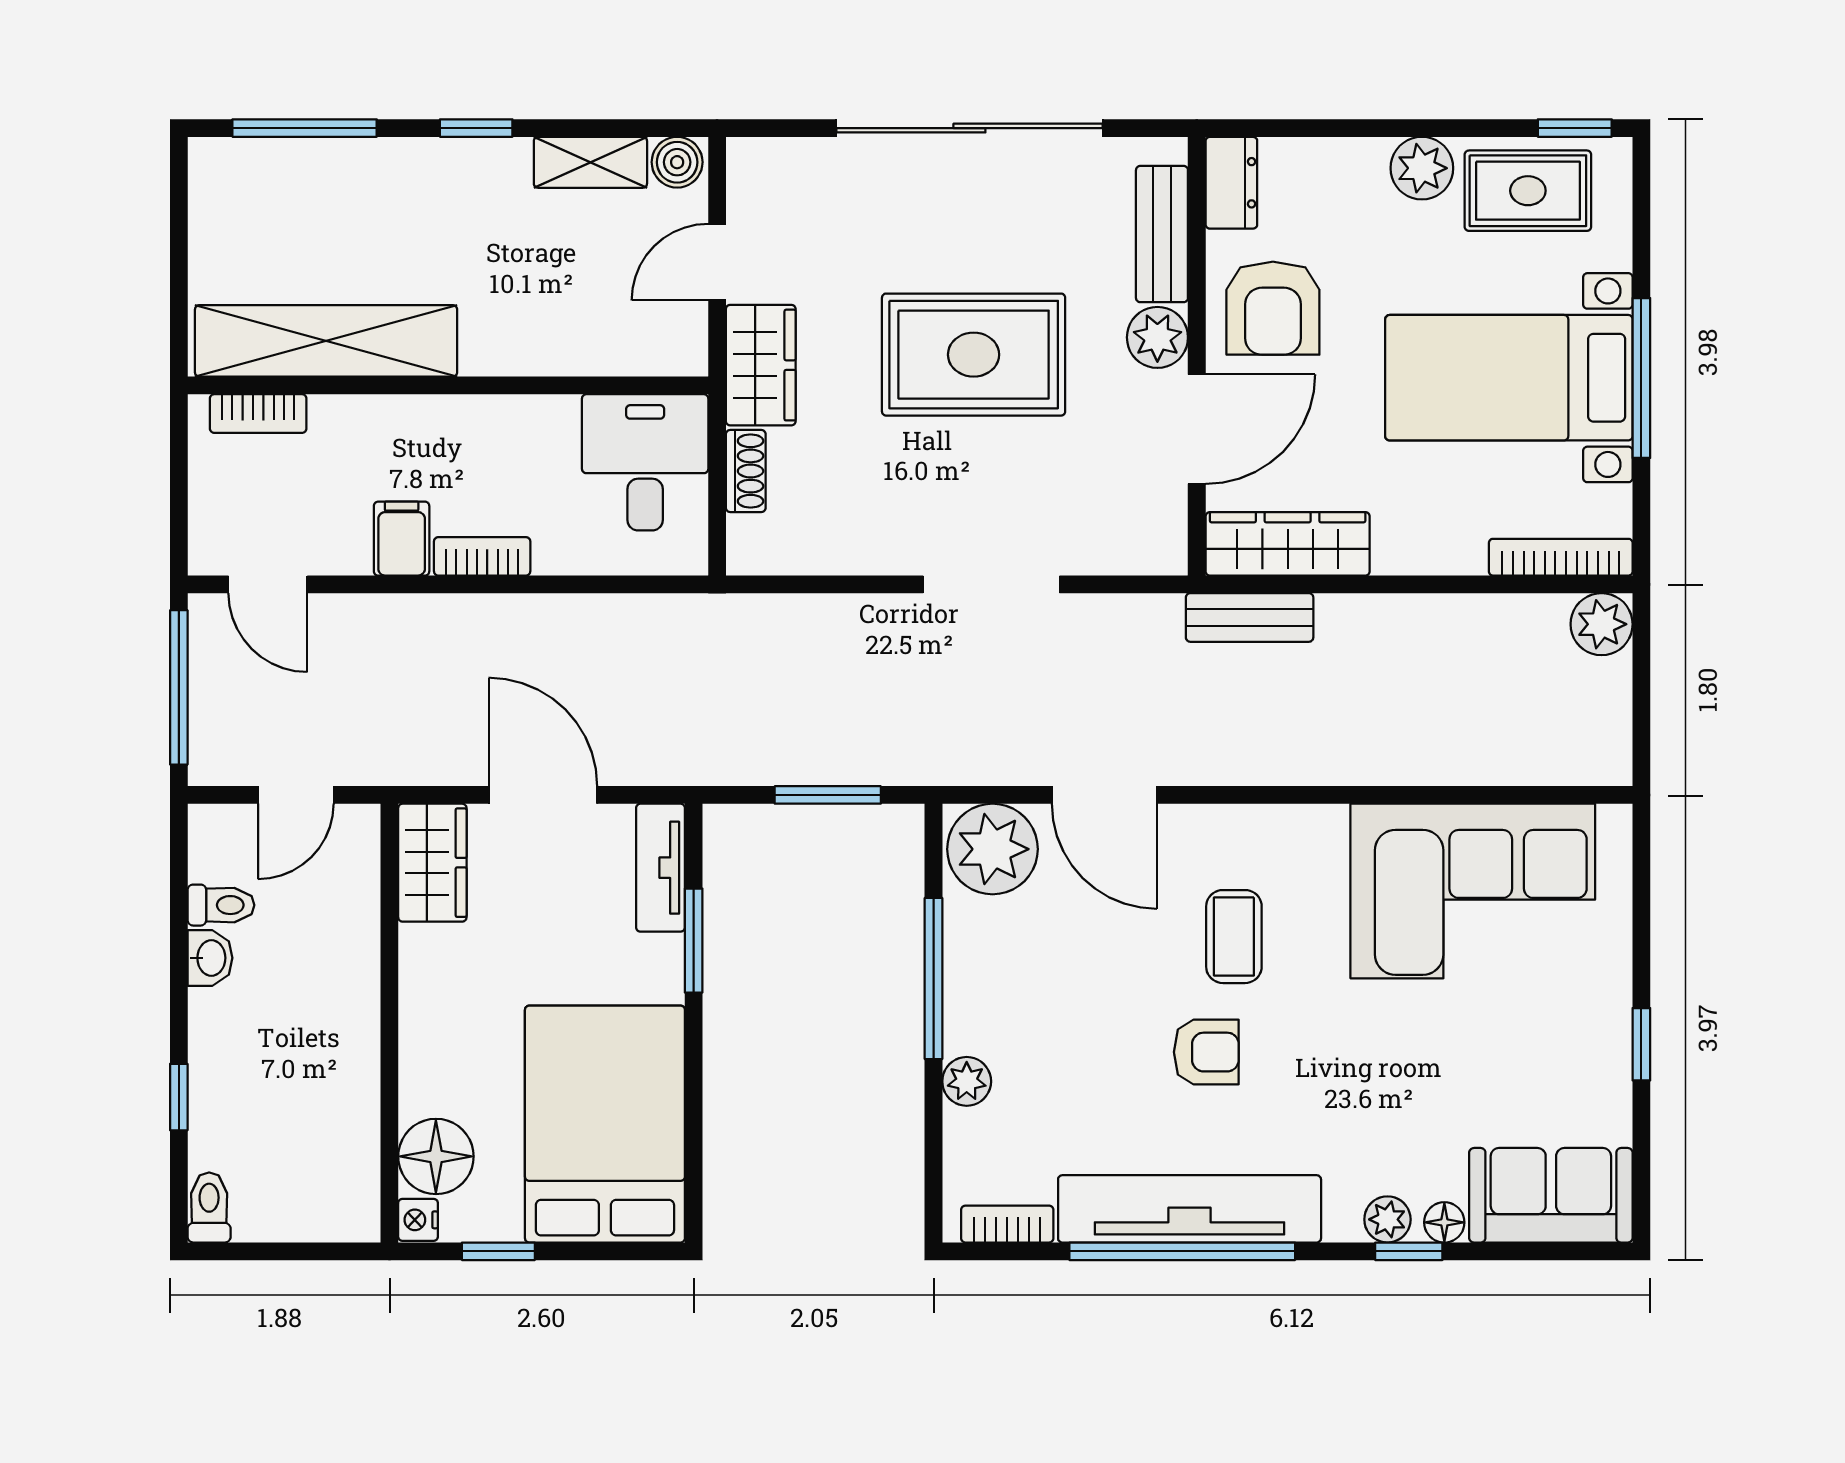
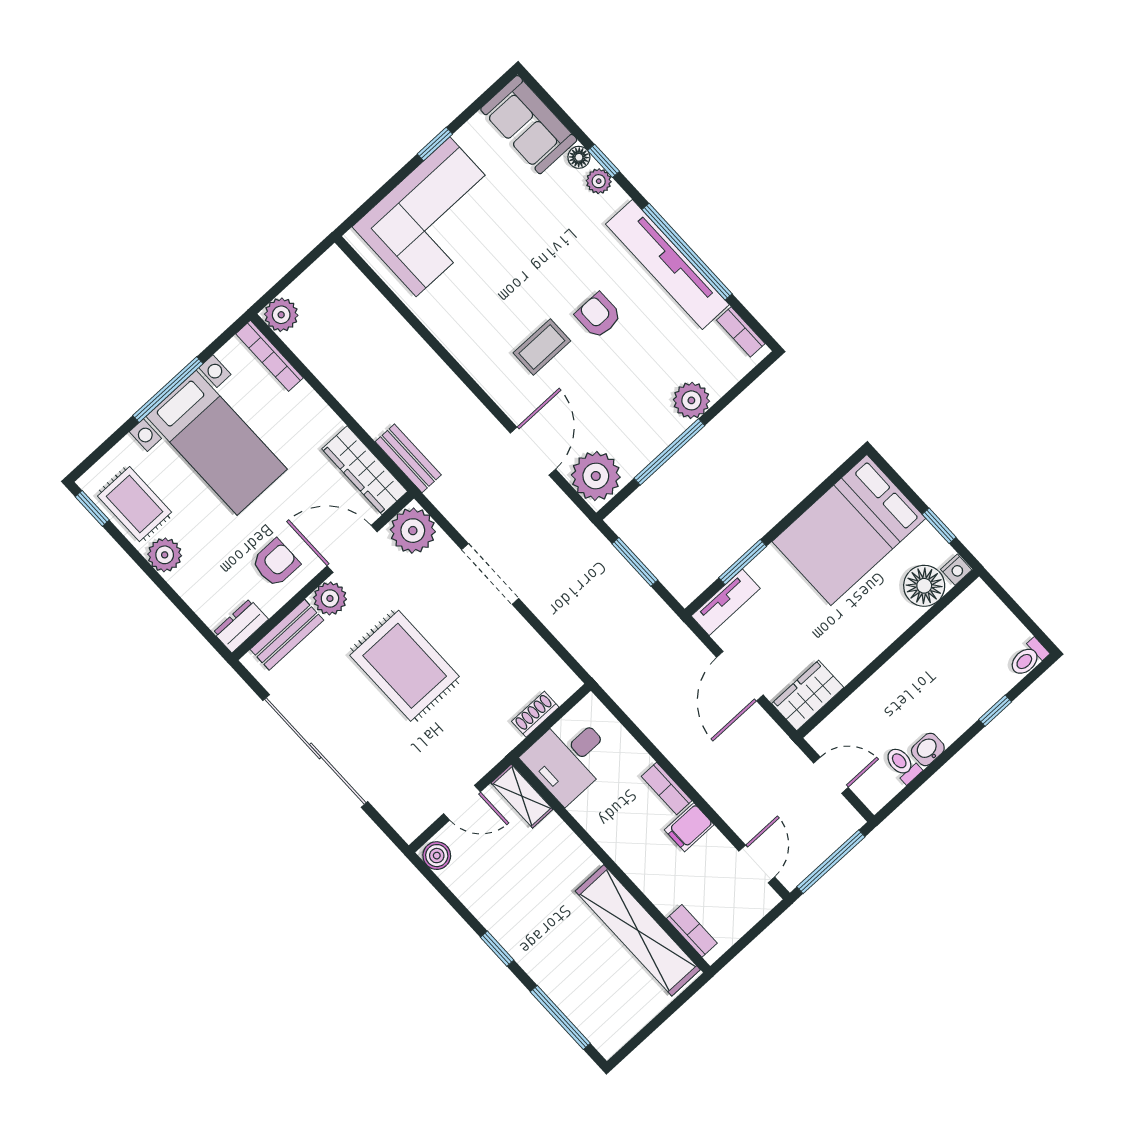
shelving: (590, 162) -> (522, 796), moved
armchair: (1273, 308) -> (276, 563), width x0.72, depth x0.72
wardrobe: (761, 365) -> (487, 747), removed
plant: (1146, 534) -> (413, 531), added
corner sofa: (1473, 891) -> (433, 217), moved, turned 90
plant: (967, 1081) -> (691, 400), width x1.38, depth x1.38

